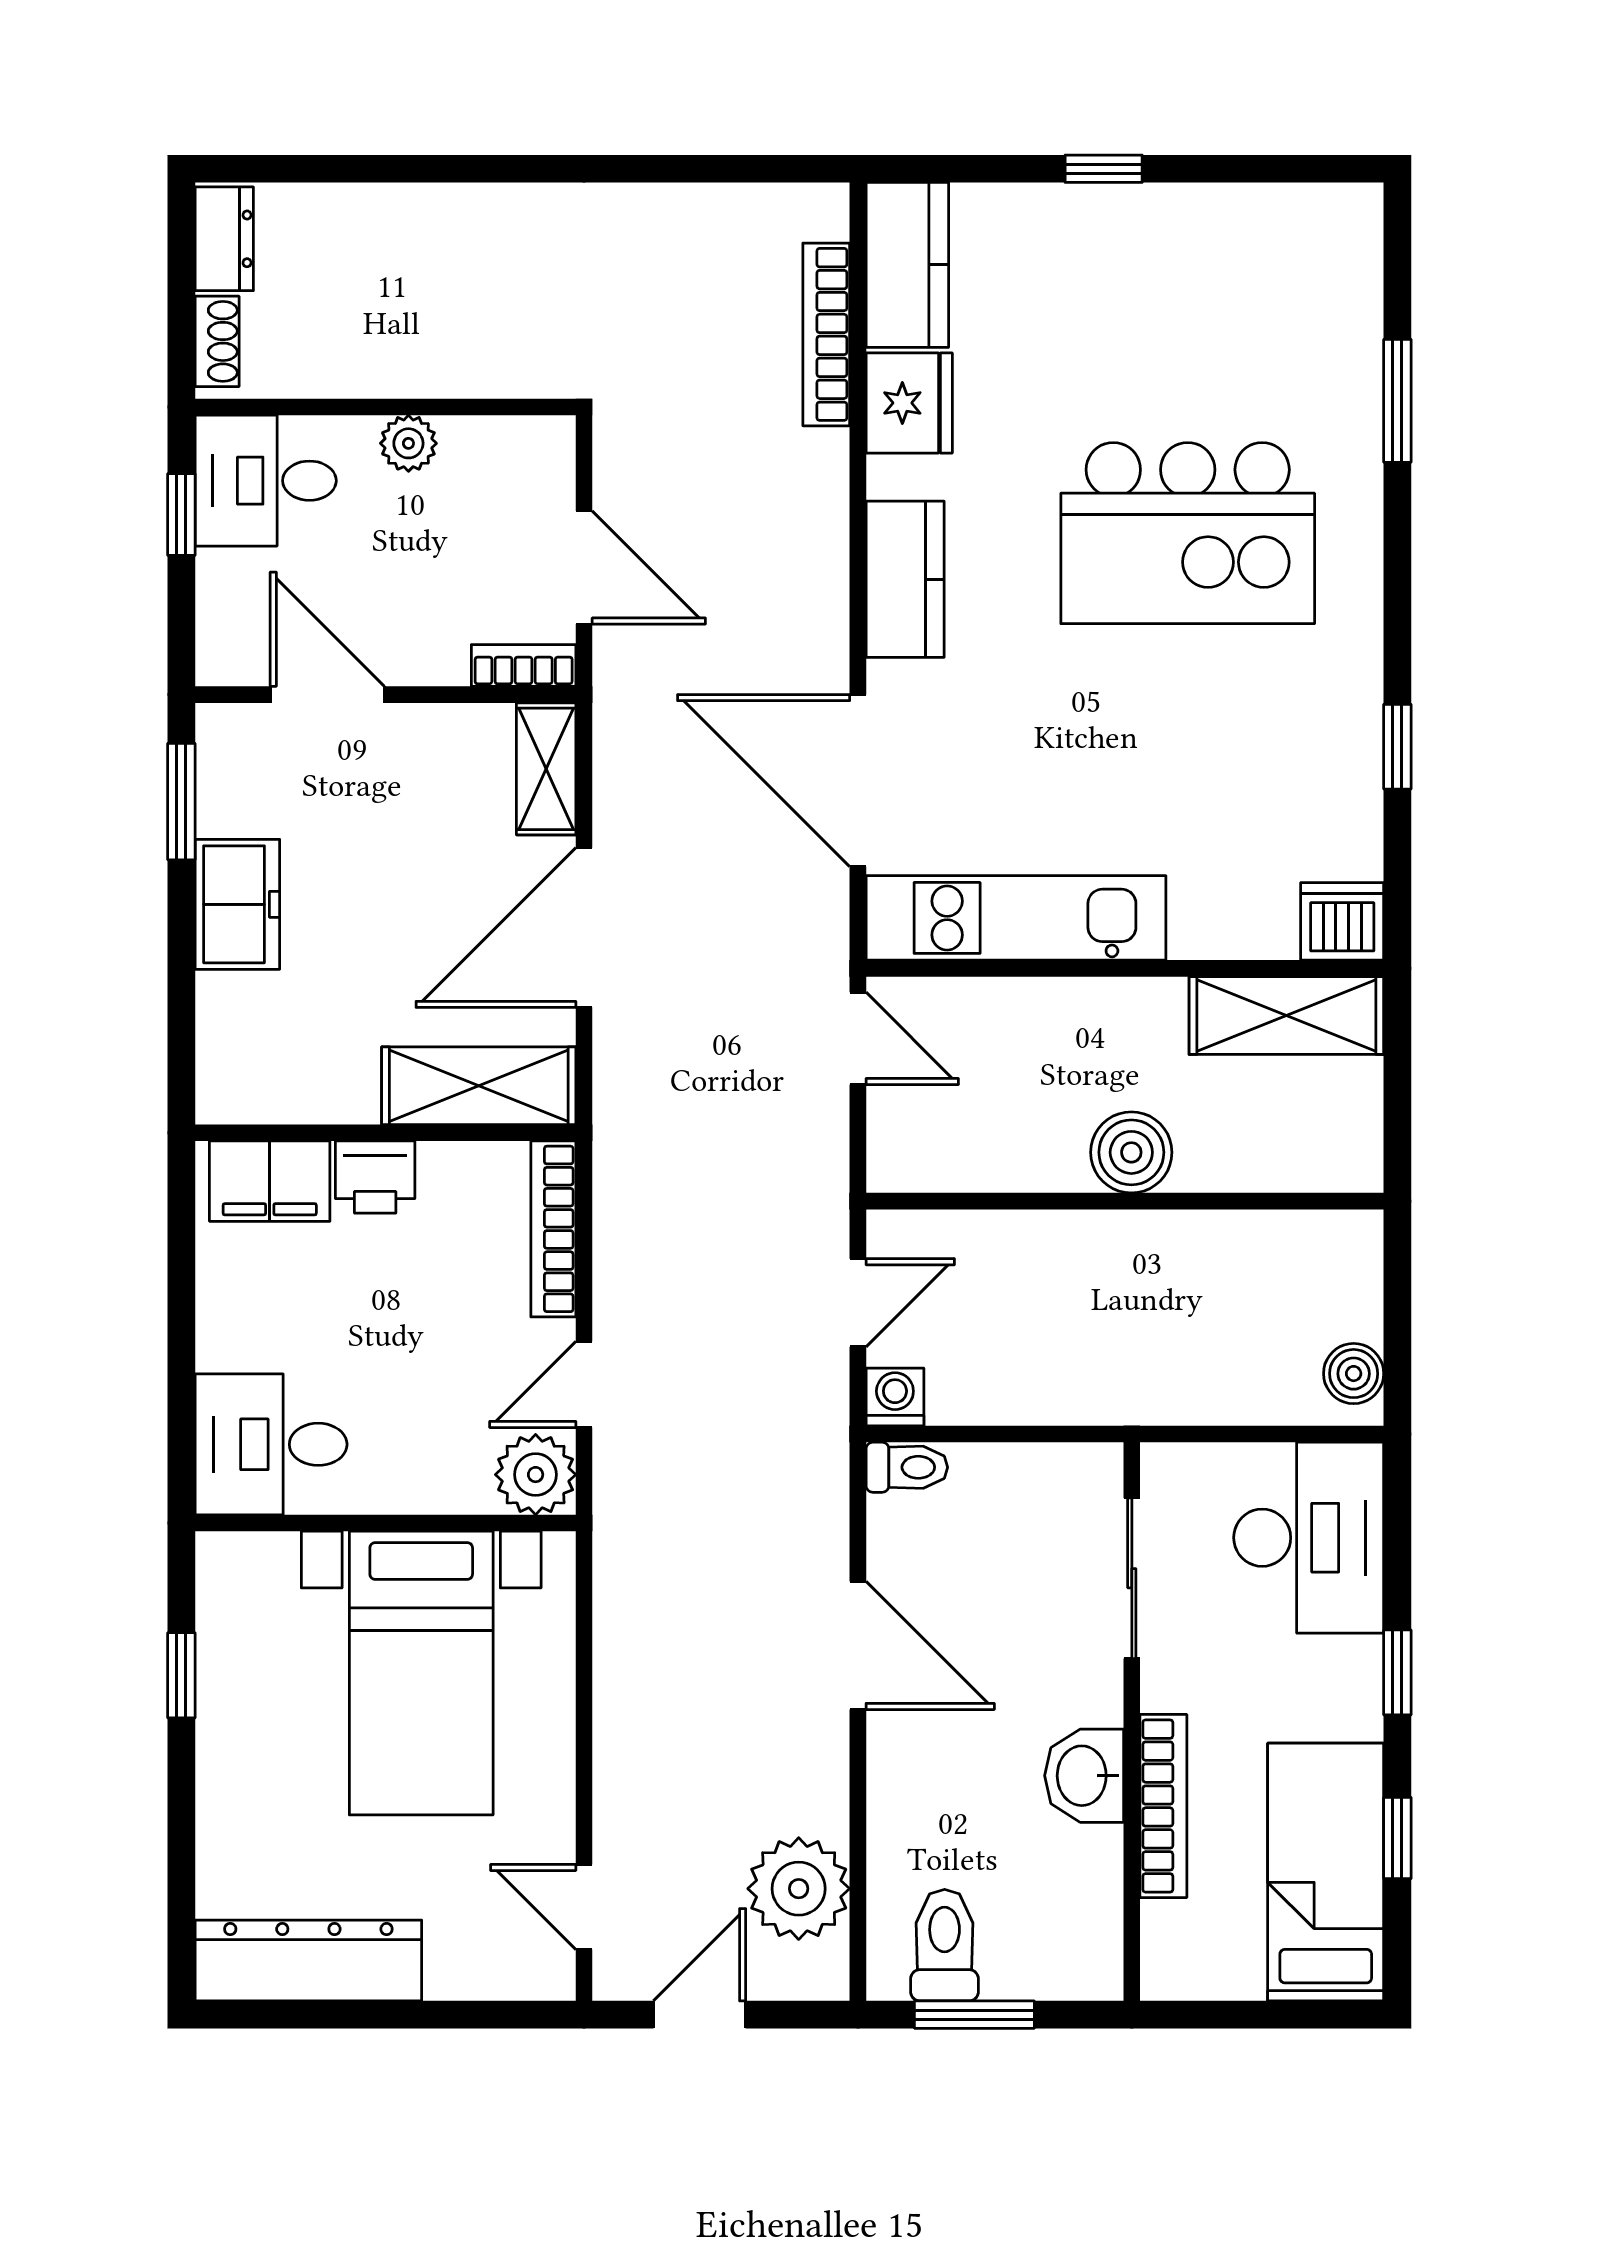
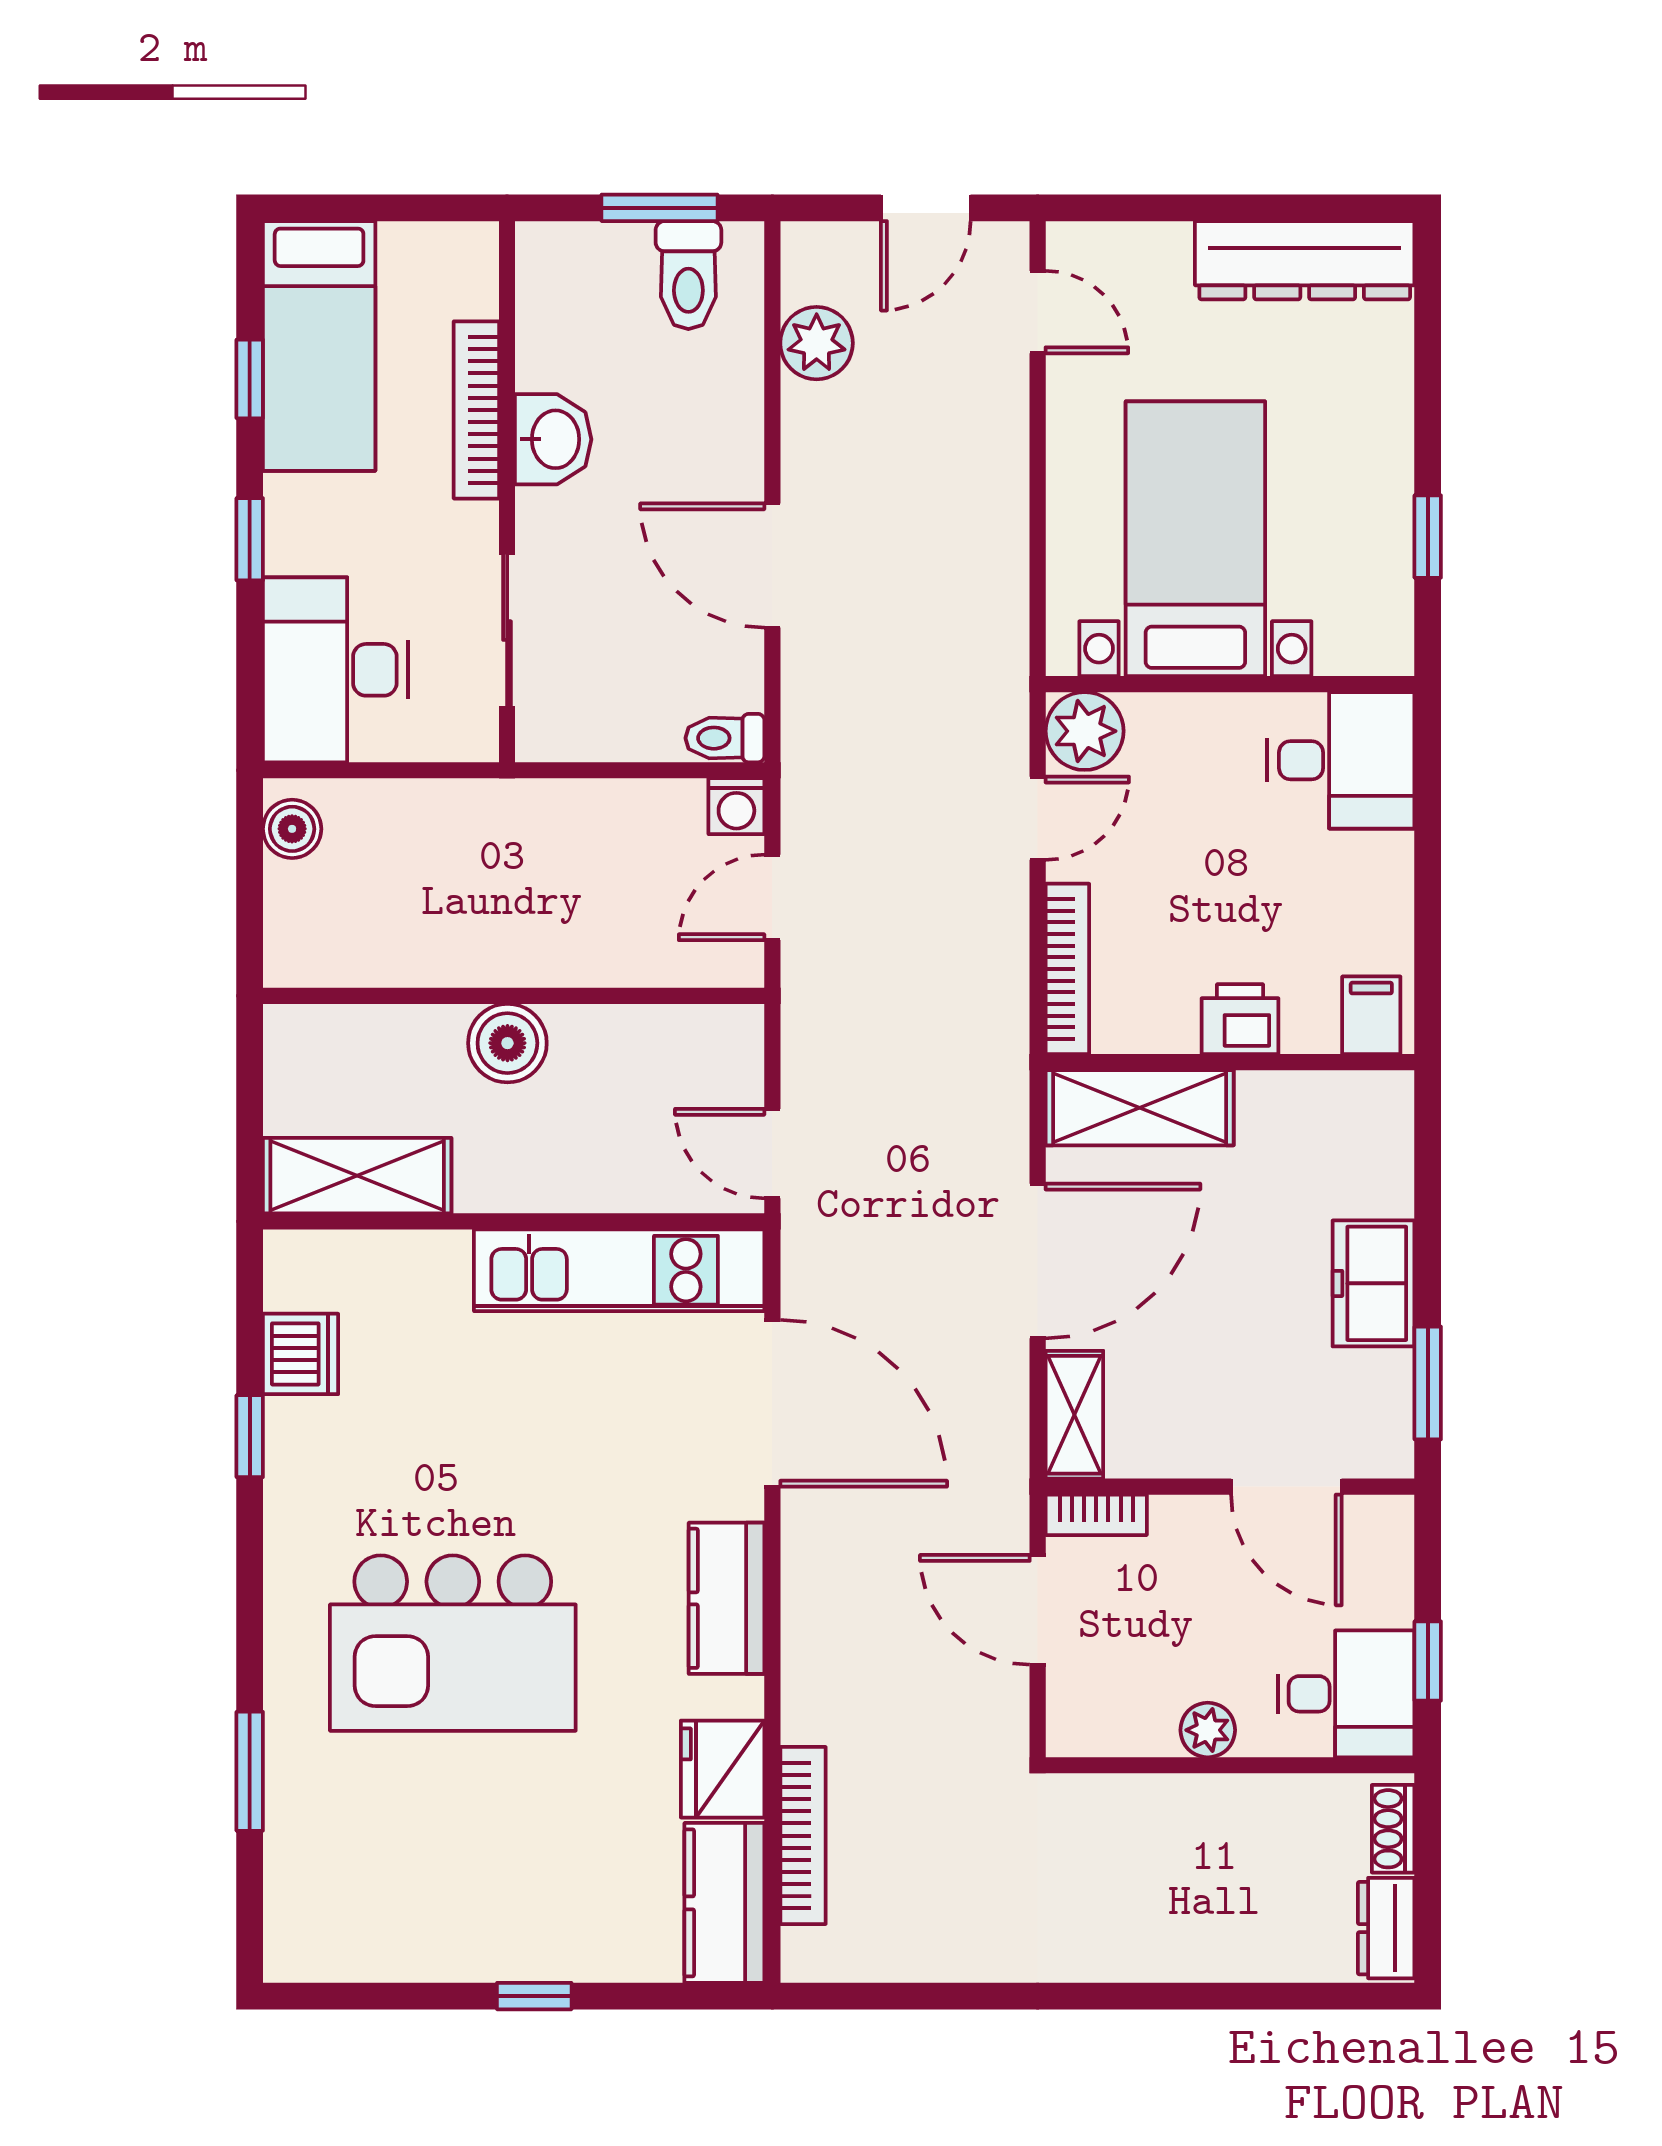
kitchen island: (1188, 533) -> (453, 1643), turned 180
dishwasher: (1342, 921) -> (301, 1354), moved, turned -90
filing cabinet: (270, 1181) -> (1371, 1015), width x0.50
plant: (799, 1889) -> (817, 343), width x0.73, depth x0.73

